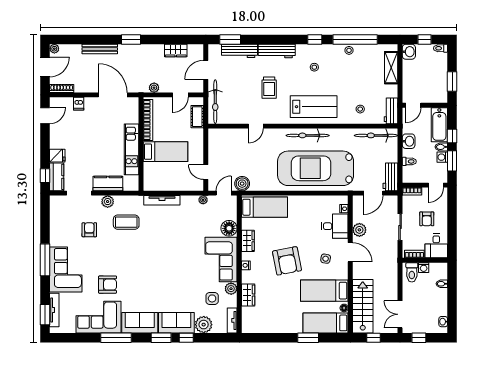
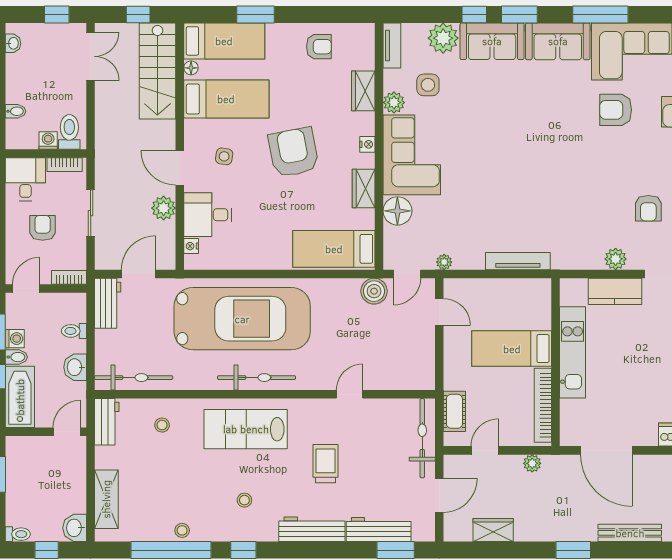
coffee table: (126, 222) -> (582, 222), removed
armchair: (273, 320) -> (319, 47), added

